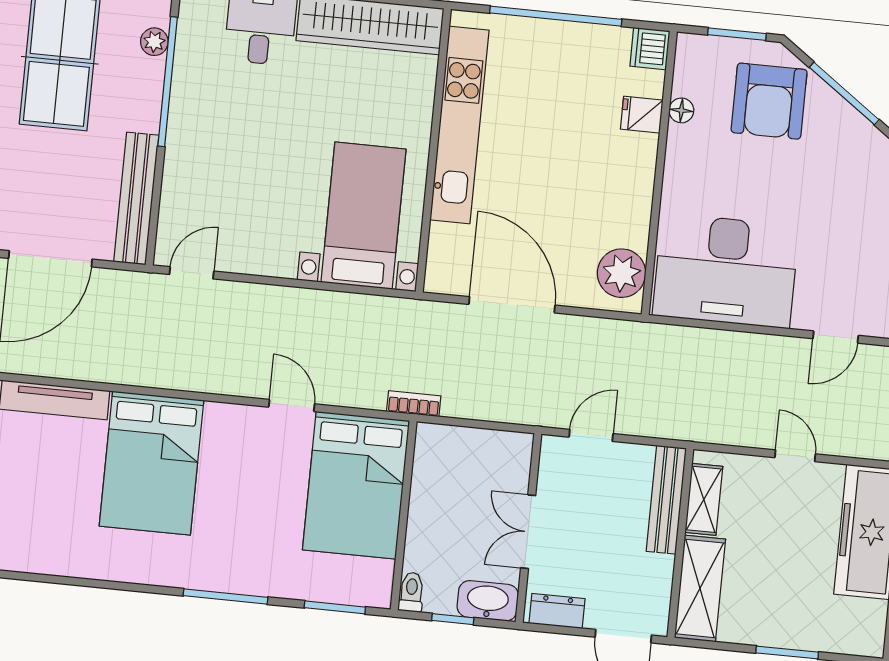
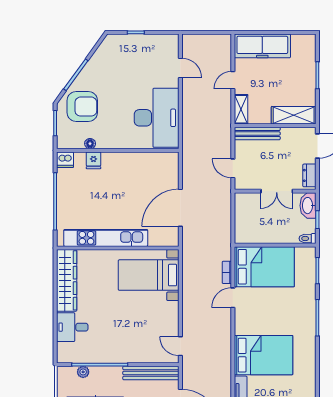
plant: (622, 273) -> (162, 162), removed
bookcase: (414, 404) -> (227, 272), moved
shelving: (704, 499) -> (241, 109), moved, turned 90

